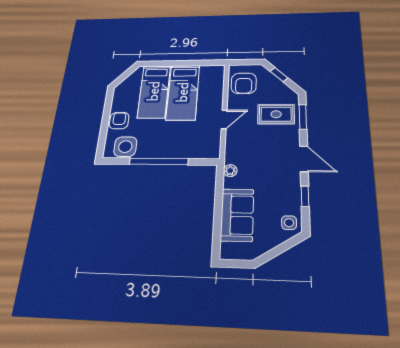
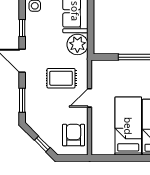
rug: (276, 114) -> (61, 78), moved
plant: (230, 171) -> (77, 44), width x1.88, depth x1.88

